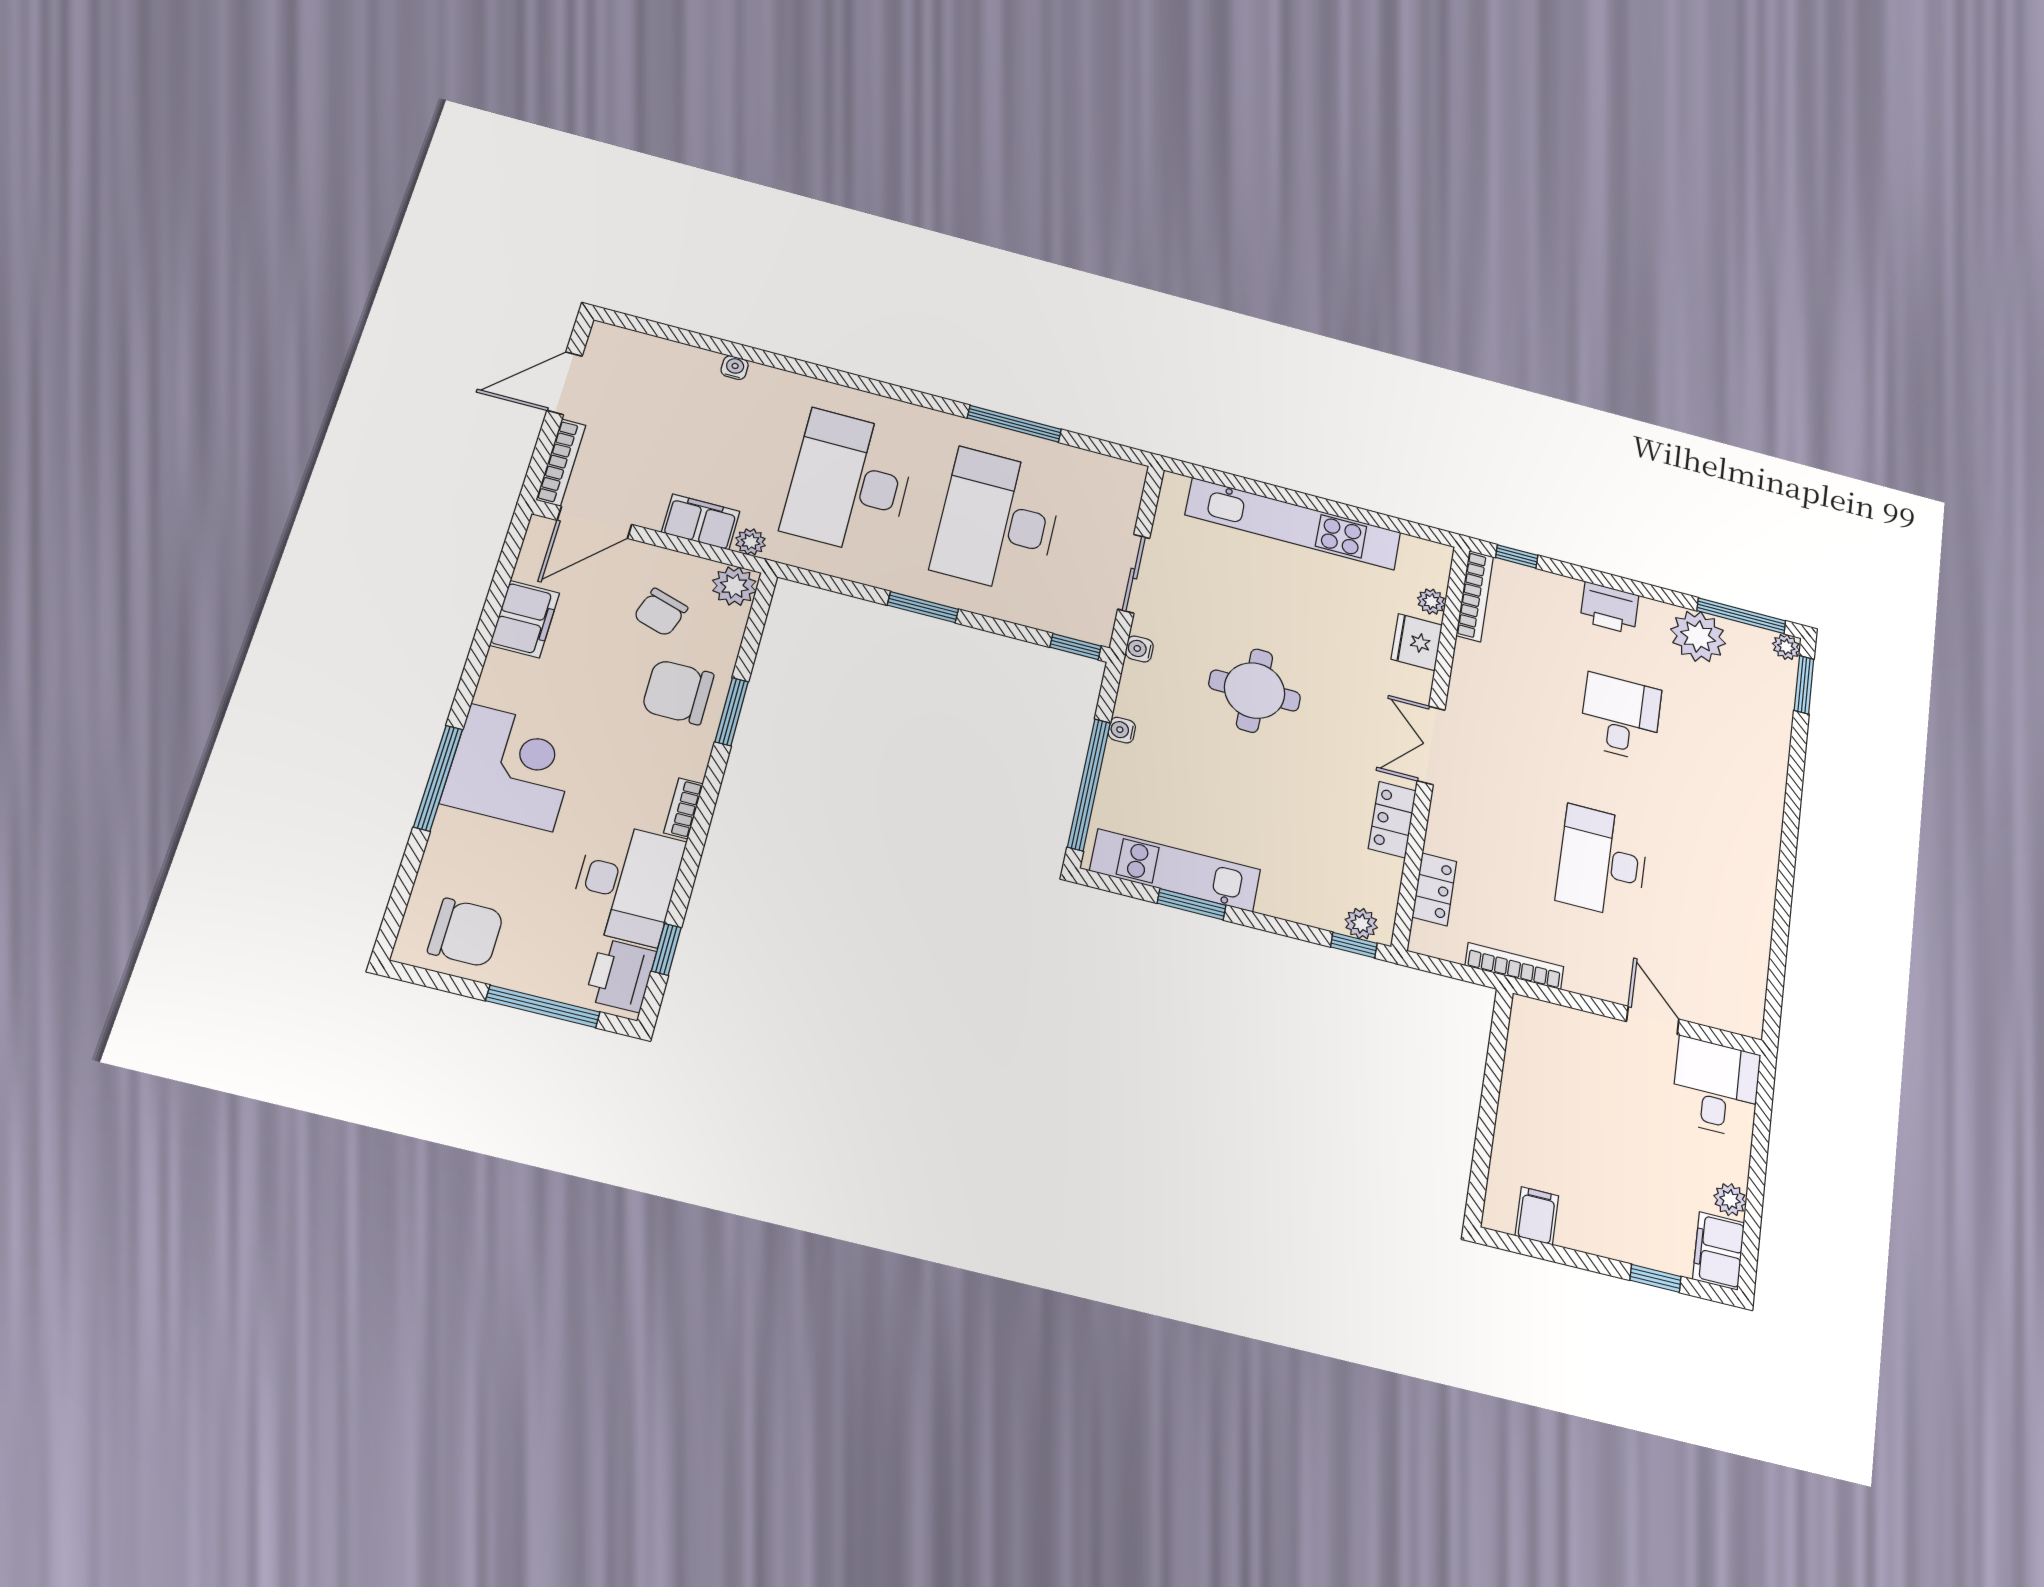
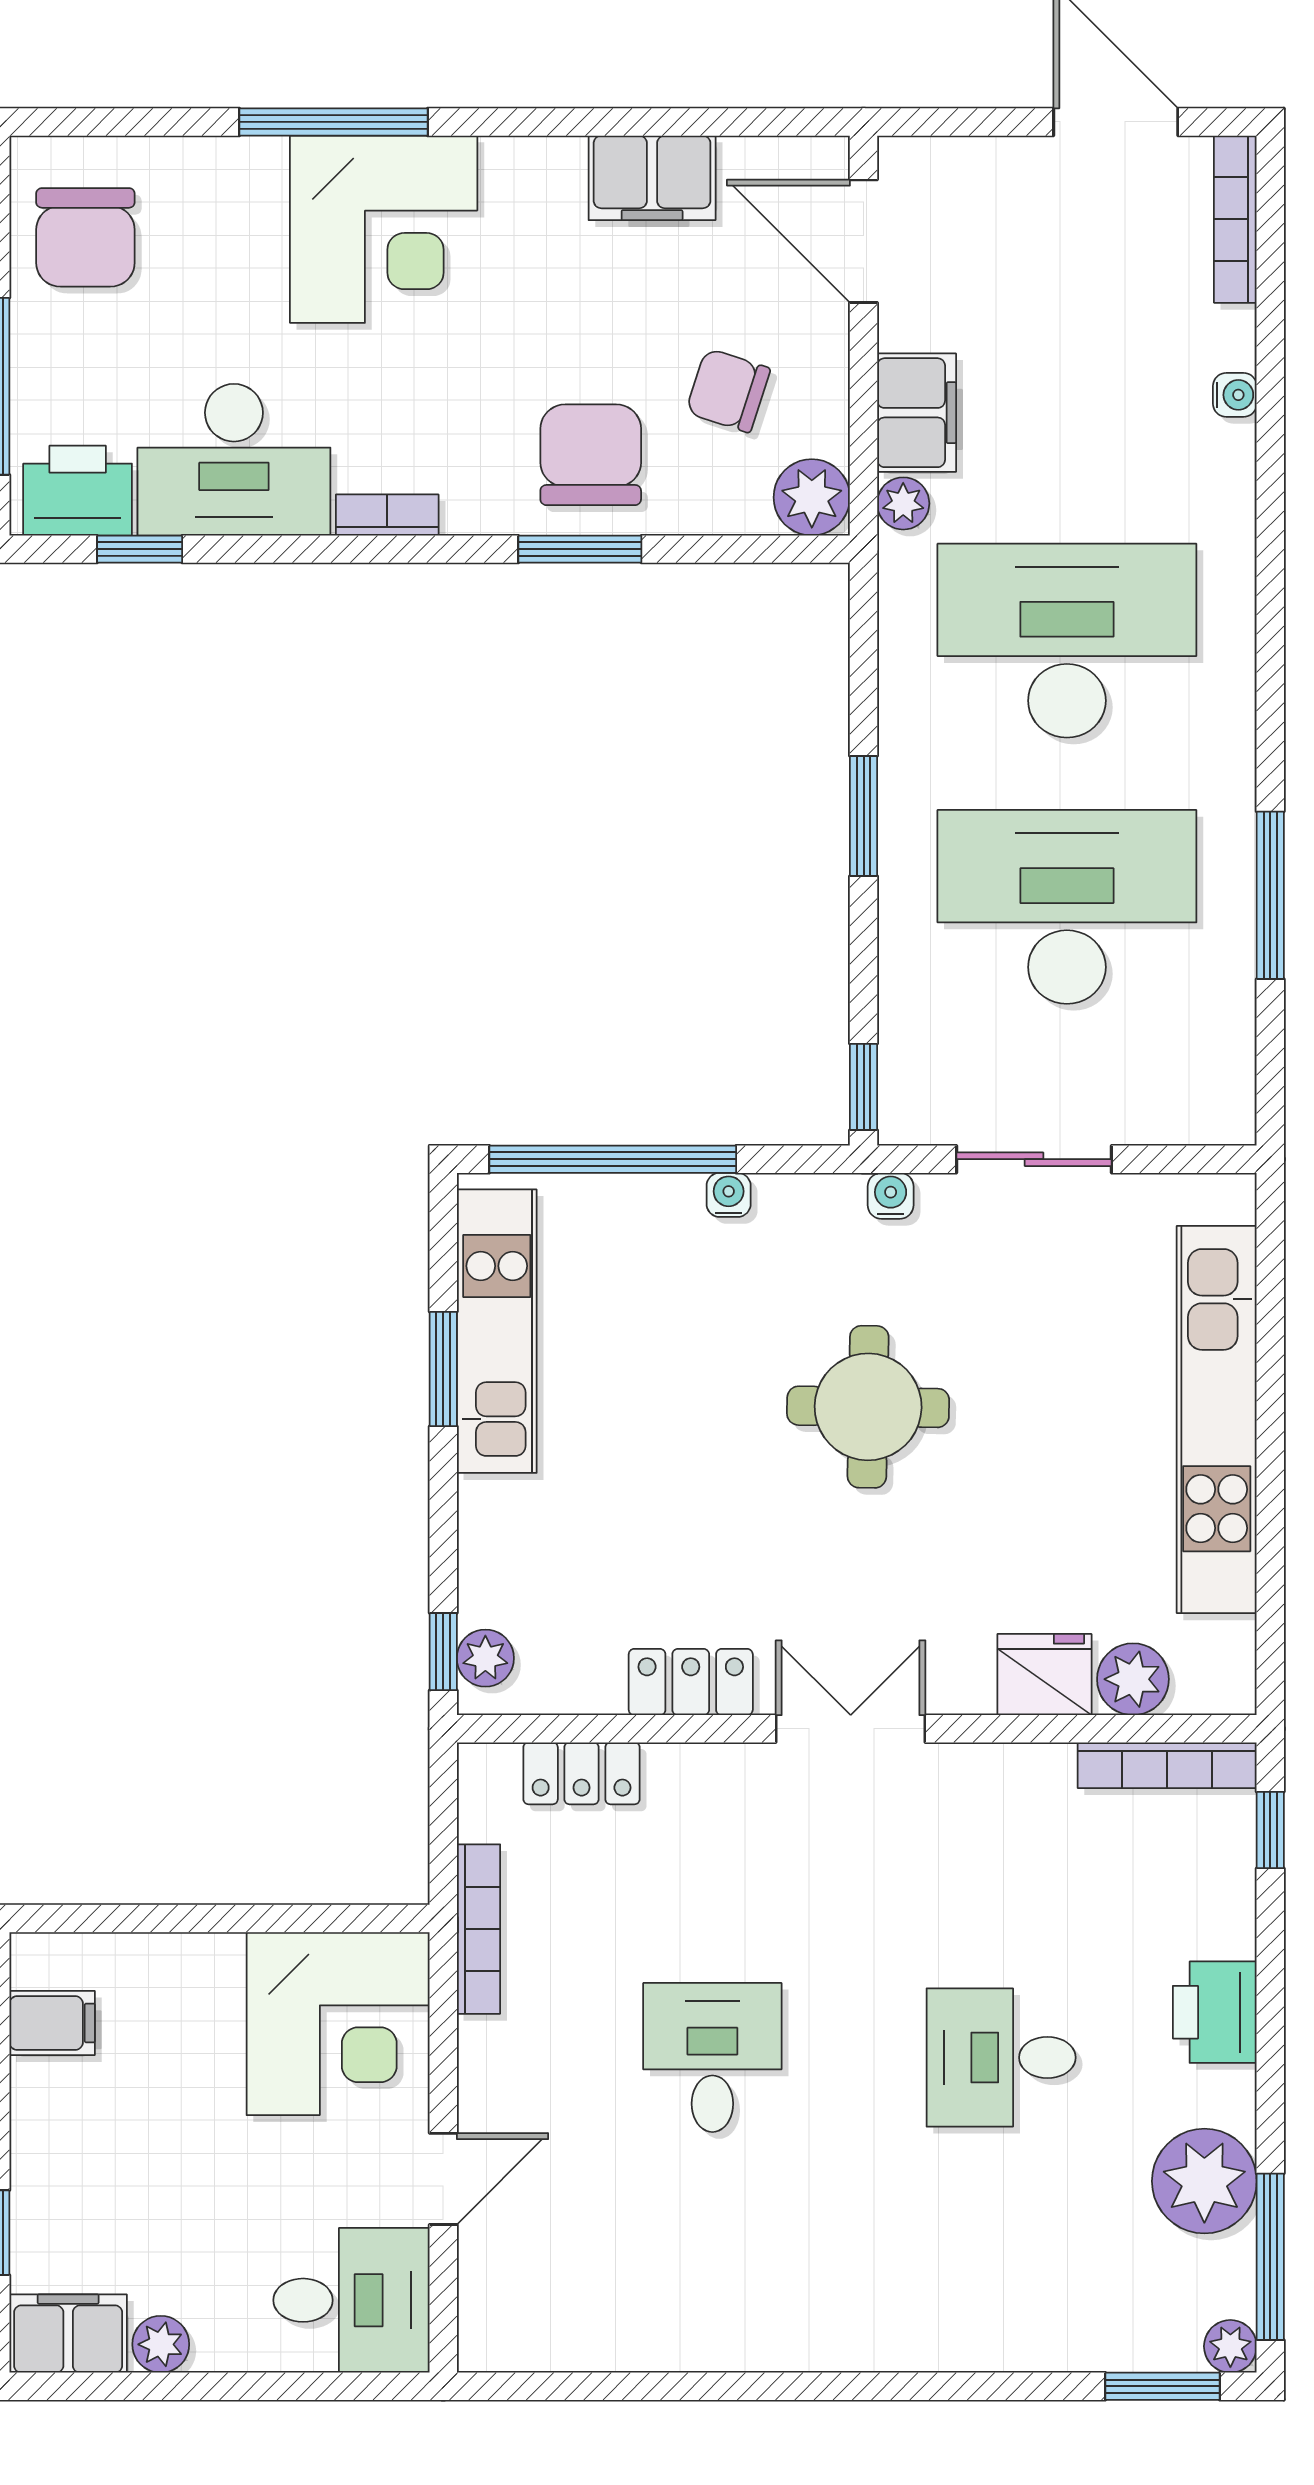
bookcase: (561, 462) -> (1235, 219), moved, turned 90
plant: (1431, 602) -> (1133, 1679), width x1.38, depth x1.38
desk: (1620, 717) -> (1001, 2058), turned 180
desk: (1602, 862) -> (712, 2058), width x0.73
corner desk: (1558, 1055) -> (338, 2024), added

